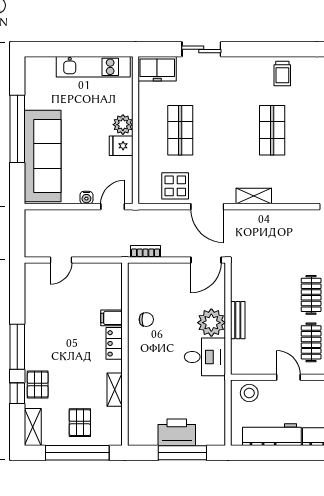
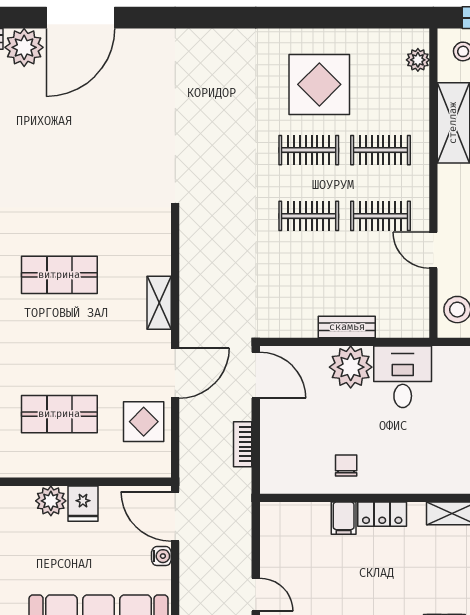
door: (113, 207) -> (175, 516), width x1.38
bookcase: (146, 251) -> (243, 444), moved
door: (288, 377) -> (433, 250), hinge flipped

